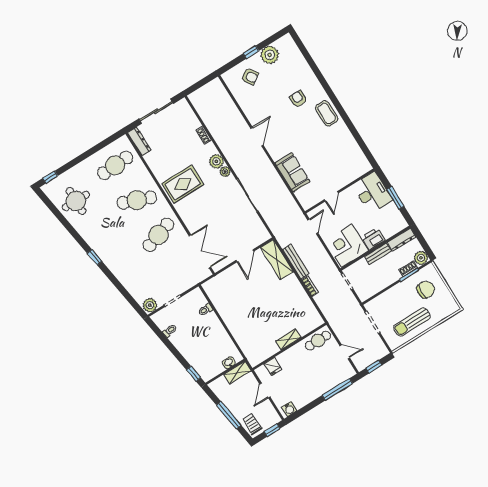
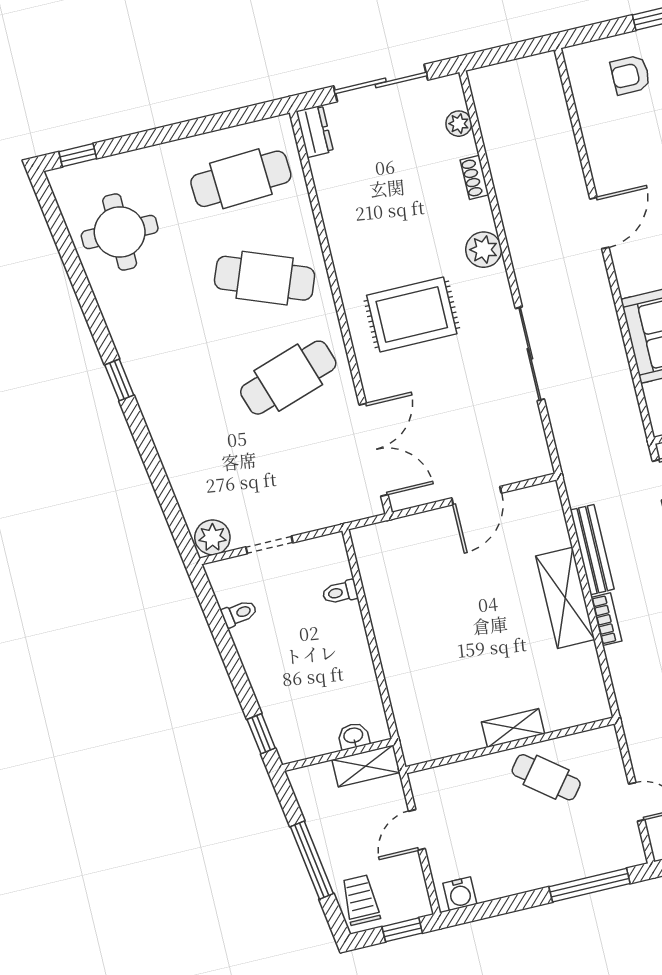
armchair: (250, 76) -> (630, 75), turned 124
dresser: (139, 141) -> (315, 131), width x0.70
plant: (225, 172) -> (459, 124), moved
rug: (183, 184) -> (412, 314), moved
shelving: (277, 260) -> (565, 598), moved
cafe table: (318, 341) -> (546, 777), moved, turned 38
fridge: (273, 366) -> (455, 780), removed

